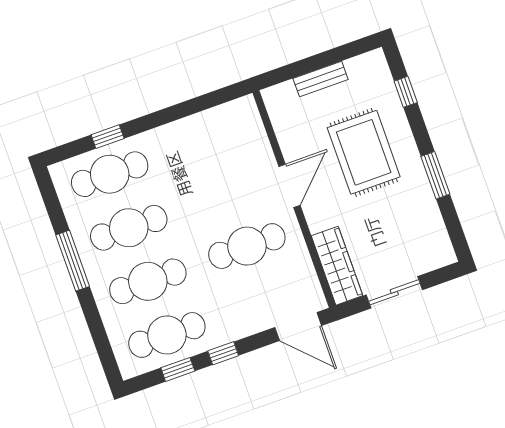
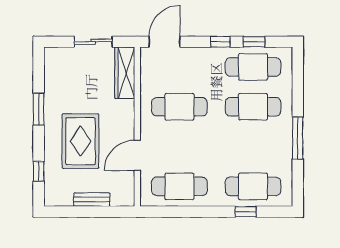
door: (289, 186) -> (137, 155), moved
cafe table: (129, 228) -> (179, 186), moved
door: (298, 327) -> (165, 42), hinge flipped

